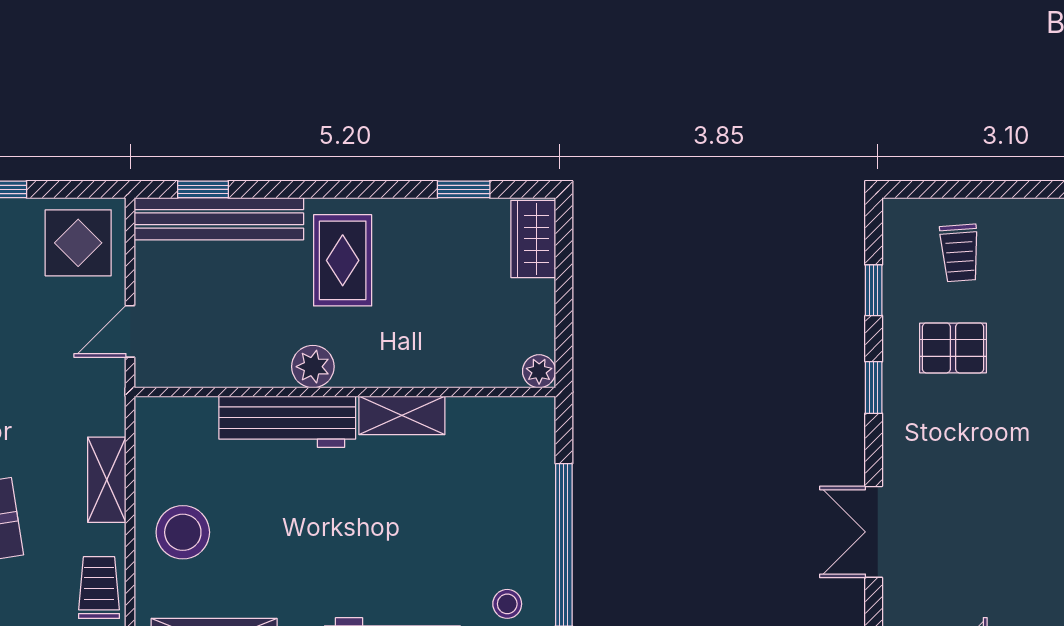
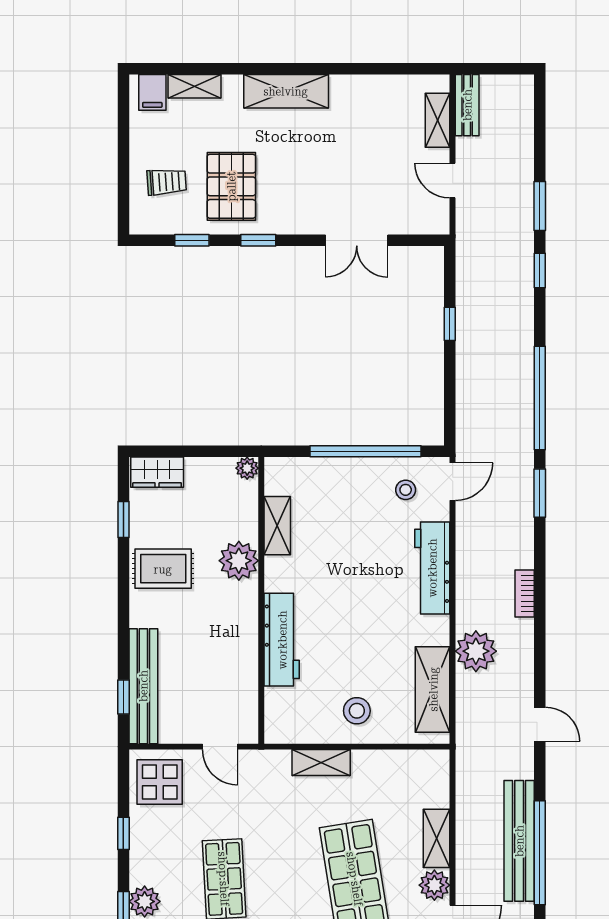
rug: (343, 260) -> (163, 569), moved
pallet: (953, 348) -> (231, 186), width x1.50, depth x1.42
plant: (313, 367) -> (239, 561), moved, width x1.36, depth x1.36
shelving: (402, 415) -> (277, 526), moved
stool: (183, 532) -> (357, 711), width x0.73, depth x0.73
trolley: (99, 588) -> (394, 768), removed

